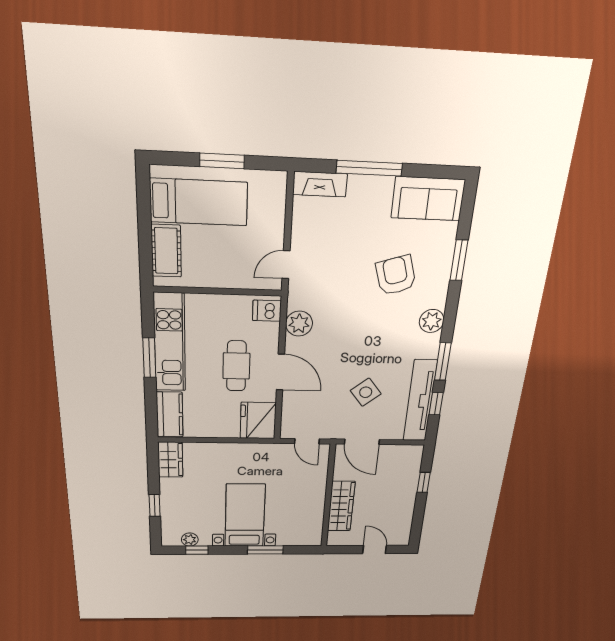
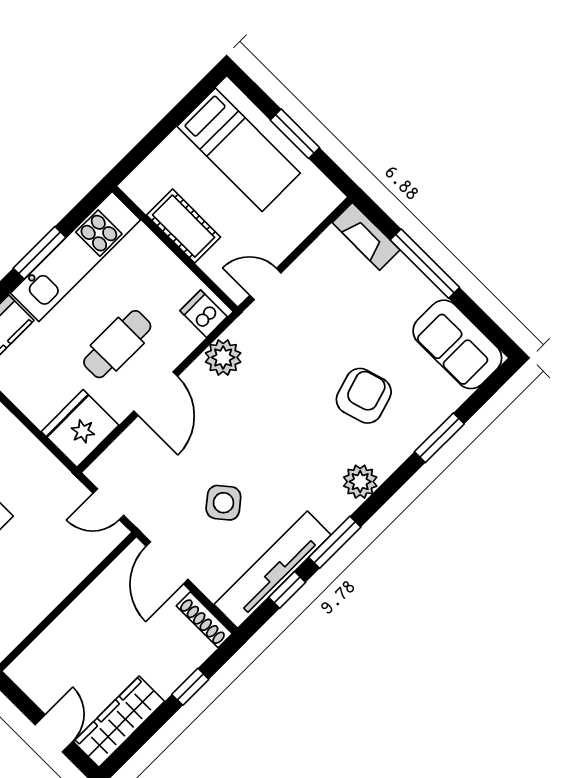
cot: (166, 251) -> (184, 226), moved, turned 90
door: (307, 441) -> (108, 504), hinge flipped
shoe rack: (404, 450) -> (204, 620), added
wardrobe: (341, 506) -> (119, 722), moved, turned 180

